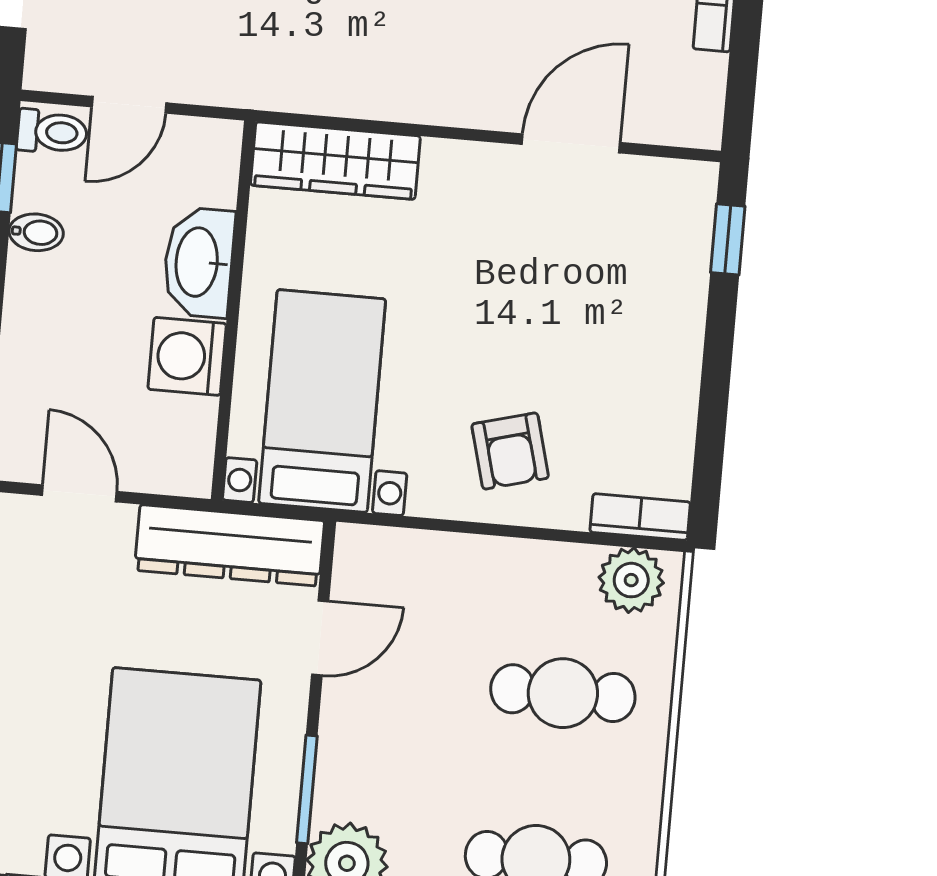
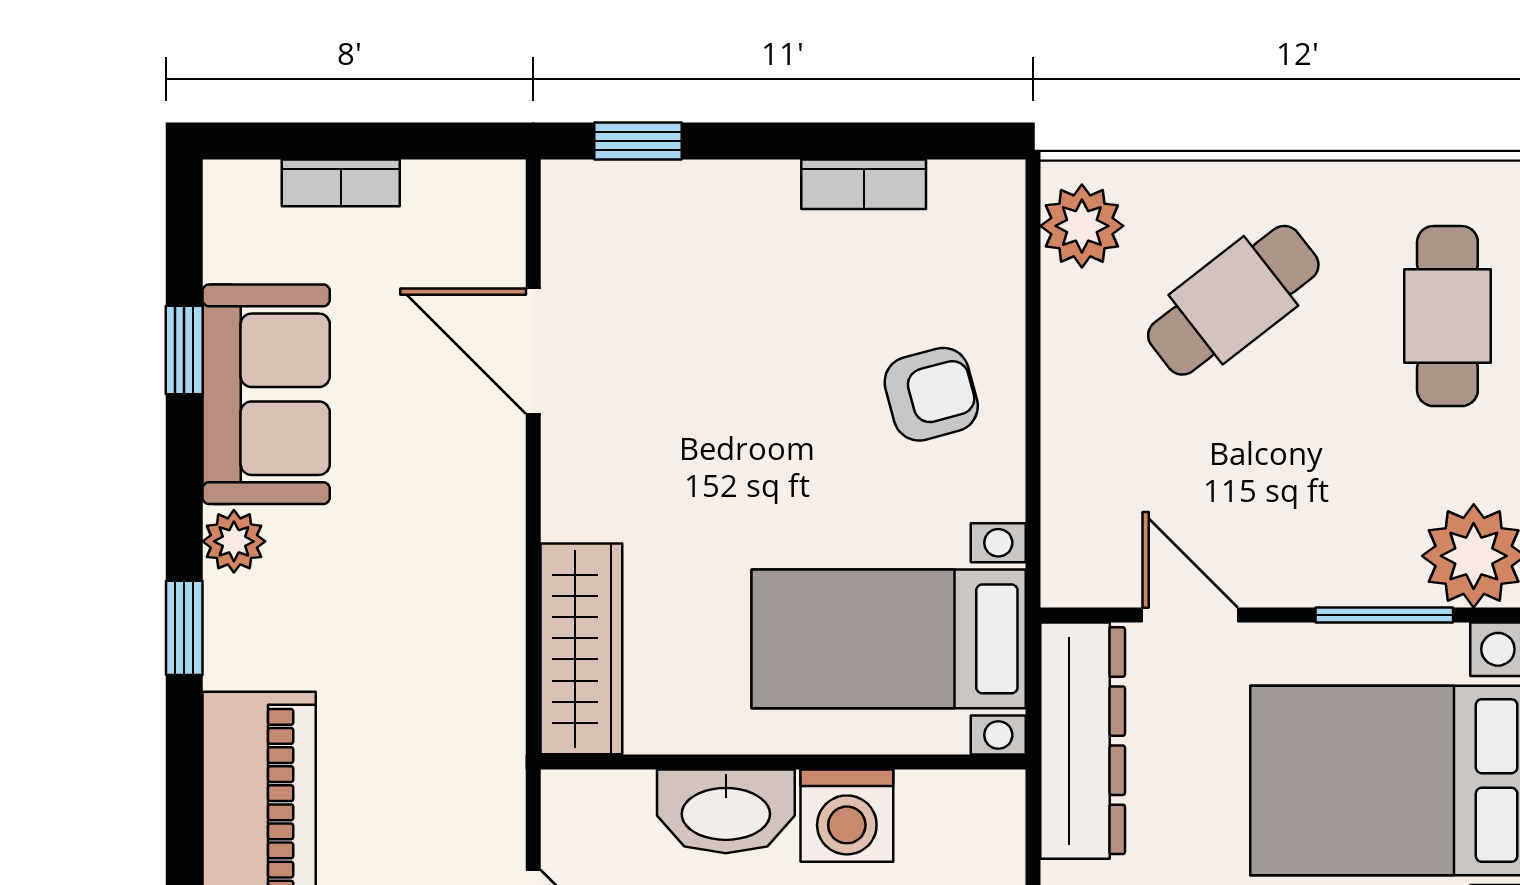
bookcase: (640, 517) -> (864, 184), moved, turned -90
cafe table: (563, 693) -> (1233, 300), turned 52

